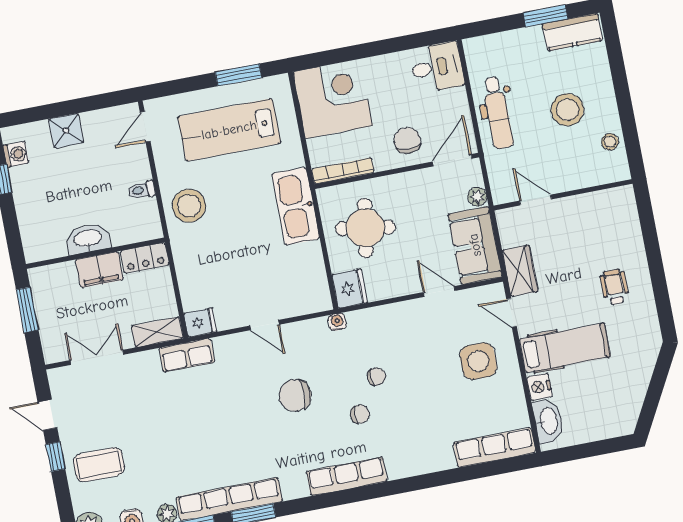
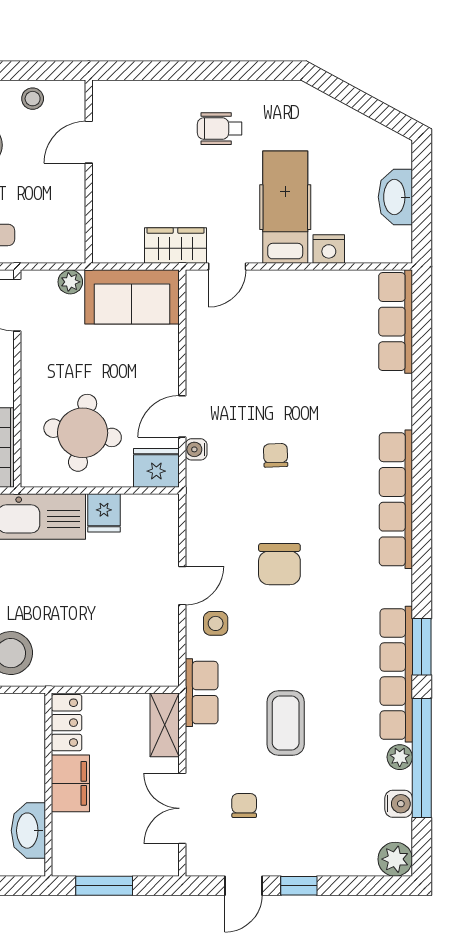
door: (536, 200) -> (89, 142), moved
washbasin: (88, 239) -> (28, 831), moved
door: (439, 291) -> (182, 416), moved
water cooler: (337, 322) -> (196, 449), moved
fridge: (200, 323) -> (104, 513), moved, turned 180
side table: (478, 361) -> (216, 623), moved, width x0.54, depth x0.54
chair: (360, 414) -> (244, 806), moved
washbasin: (548, 421) -> (395, 197), moved, turned -90
coffee table: (99, 465) -> (286, 723), moved
row of seats: (347, 476) -> (396, 499), width x1.36

